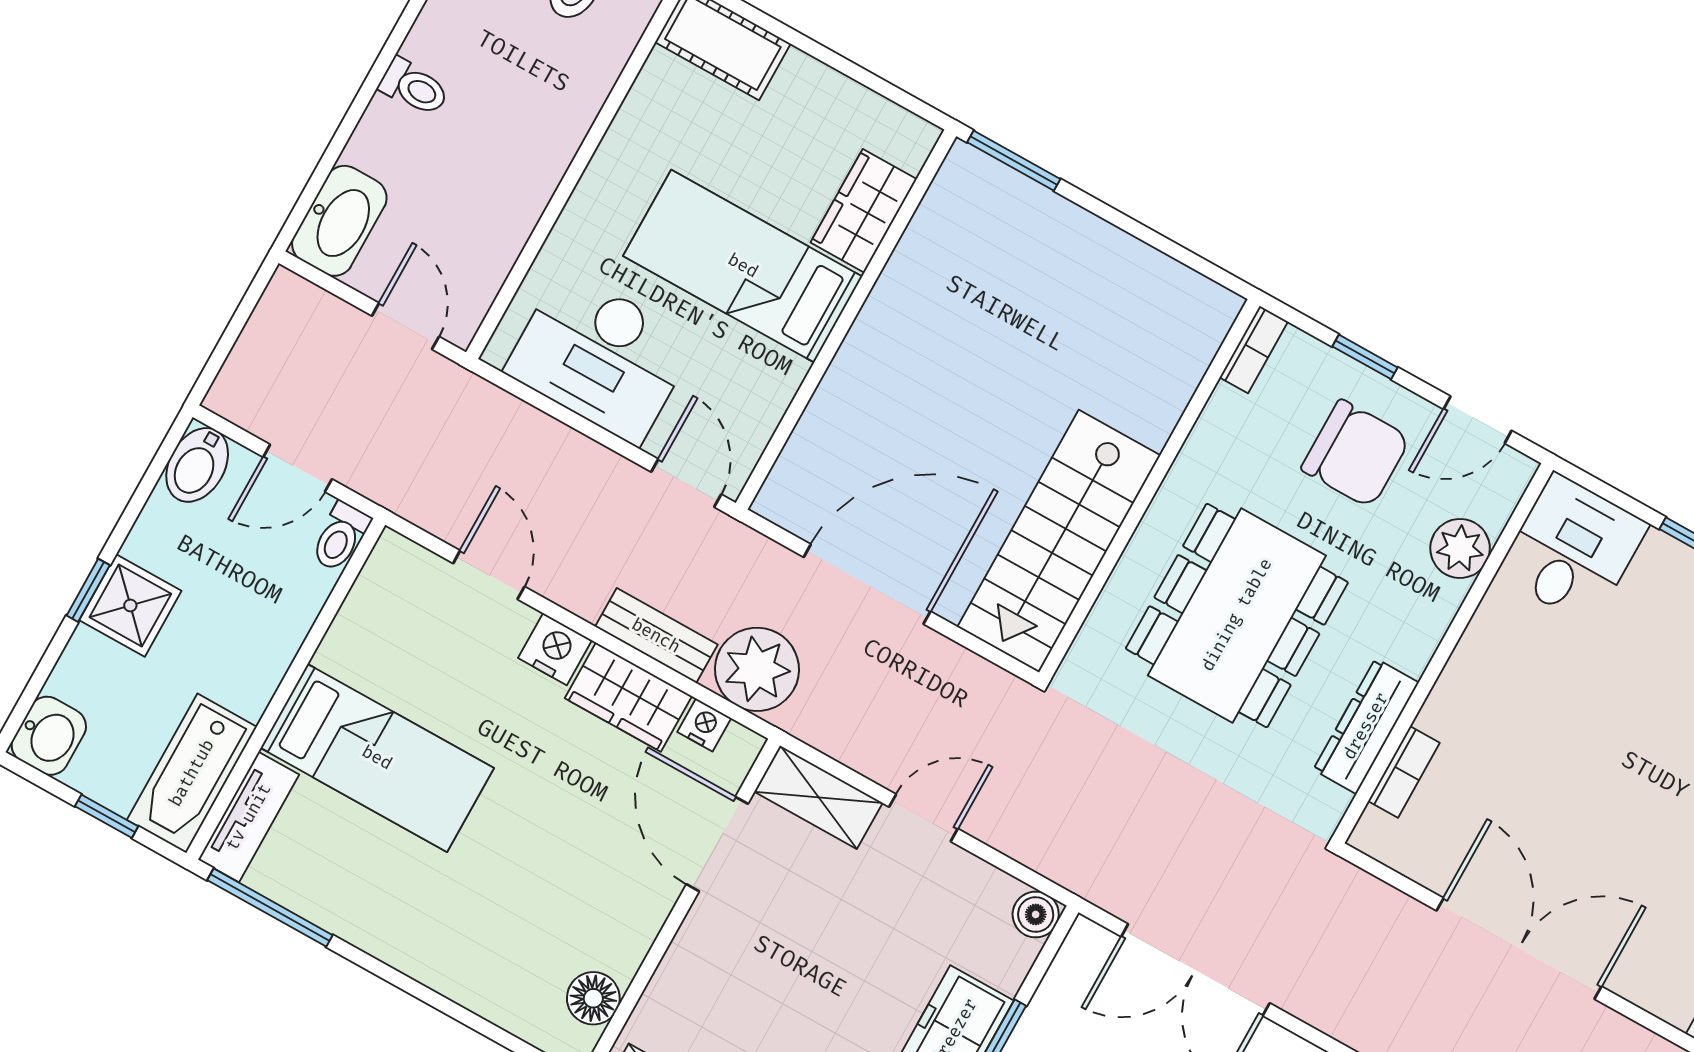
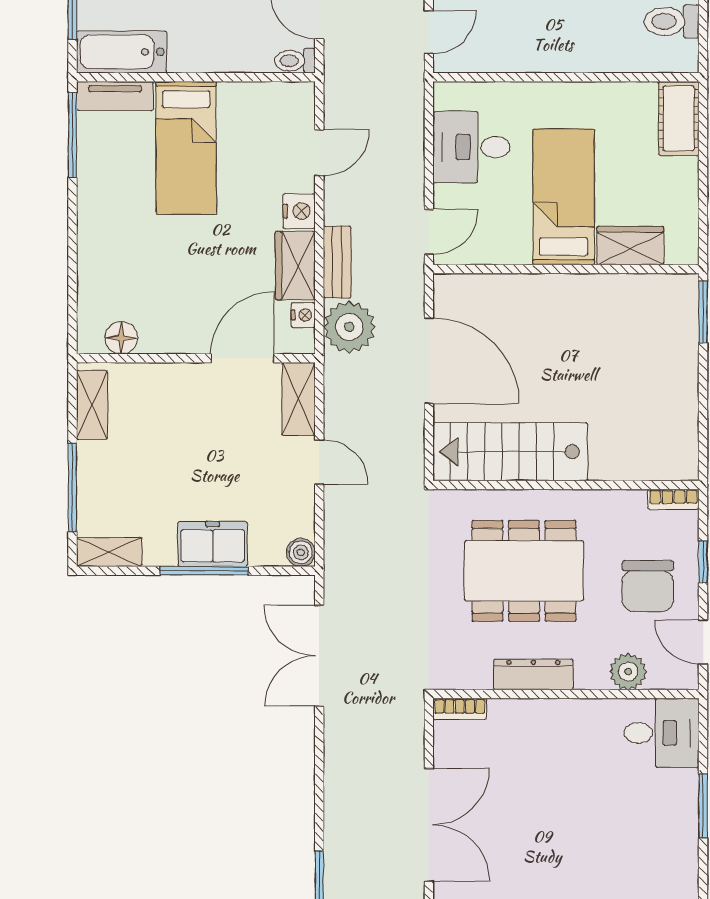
desk: (600, 356) -> (472, 147), width x0.73
dresser: (1366, 726) -> (533, 674), moved
bookcase: (1404, 772) -> (460, 709), moved

